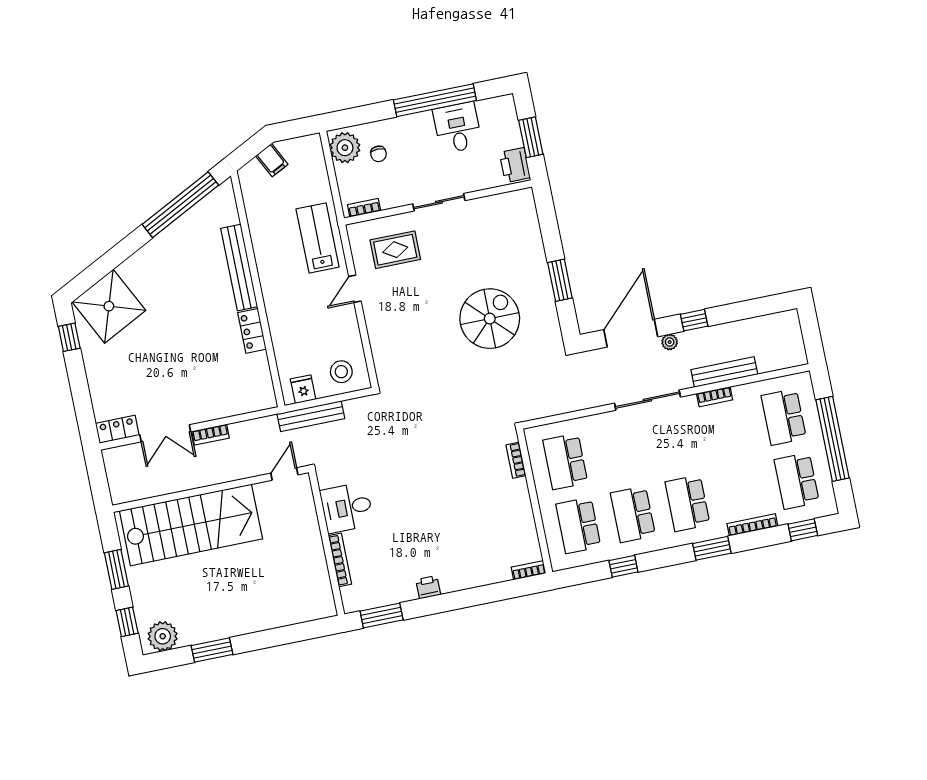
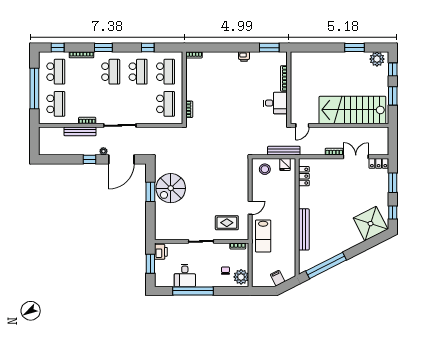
spiral stairs: (490, 319) -> (171, 188), moved
locker: (252, 331) -> (304, 176), moved
window: (81, 396) -> (393, 183), added

